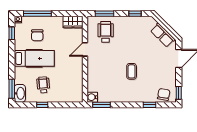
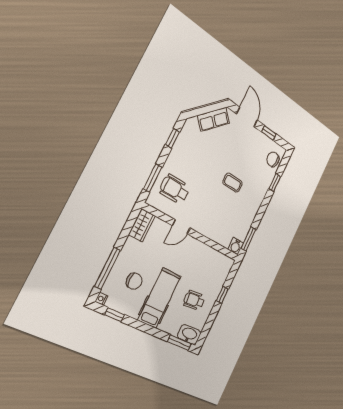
door: (85, 49) -> (181, 227), hinge flipped
window: (179, 93) -> (269, 133), moved
window: (42, 105) -> (222, 295), moved

